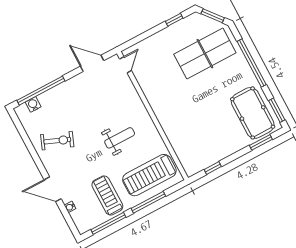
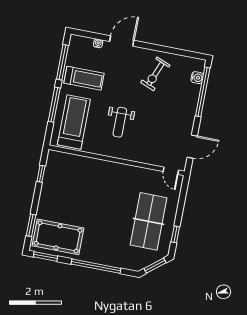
table tennis table: (205, 54) -> (149, 221), moved

